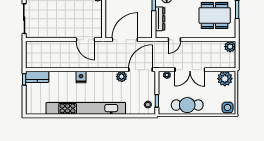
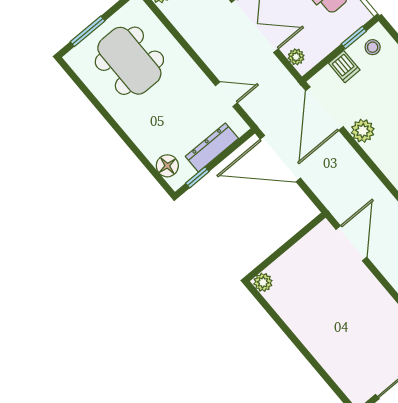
door: (125, 40) -> (280, 159), moved
door: (140, 70) -> (325, 109), hinge flipped
dishwasher: (149, 89) -> (344, 67), added

